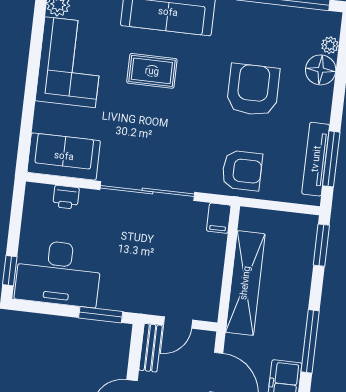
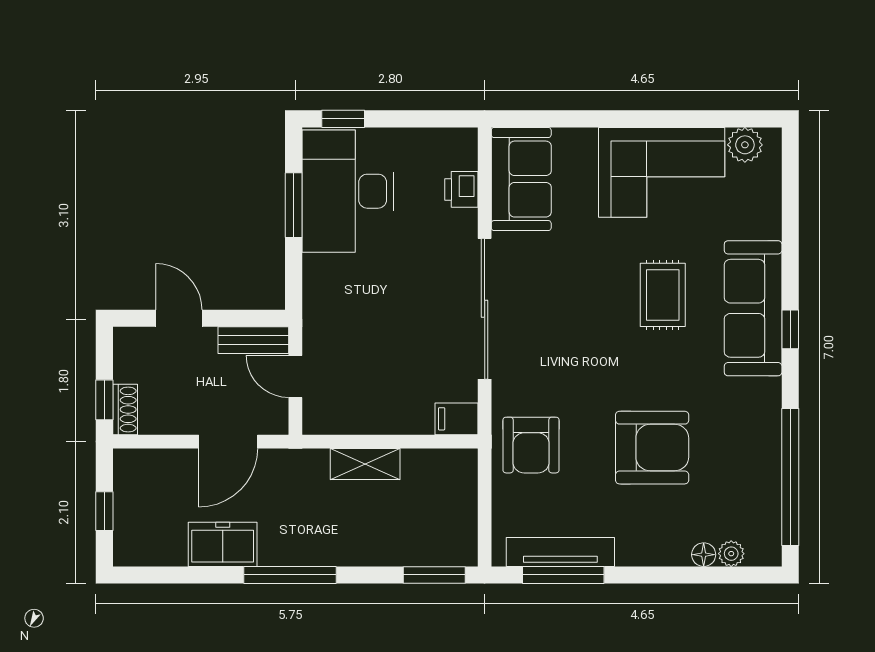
floor lamp: (321, 70) -> (704, 555), width x0.53, depth x0.53
shelving: (245, 283) -> (365, 464), width x0.45, depth x0.75
window: (101, 315) -> (294, 205), moved

